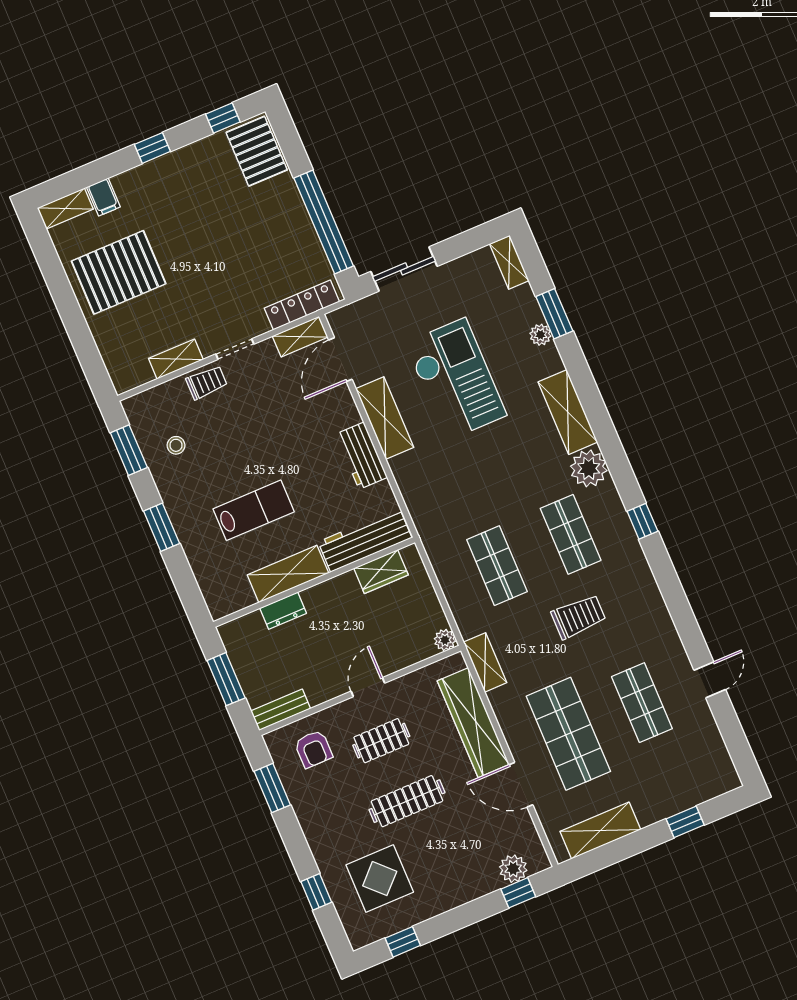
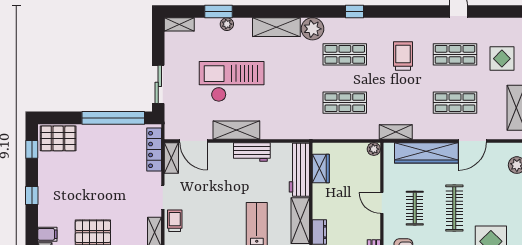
trolley: (578, 617) -> (403, 56), moved
shop shelf: (568, 734) -> (455, 103), width x0.70, depth x0.74
display table: (666, 777) -> (502, 59), added

